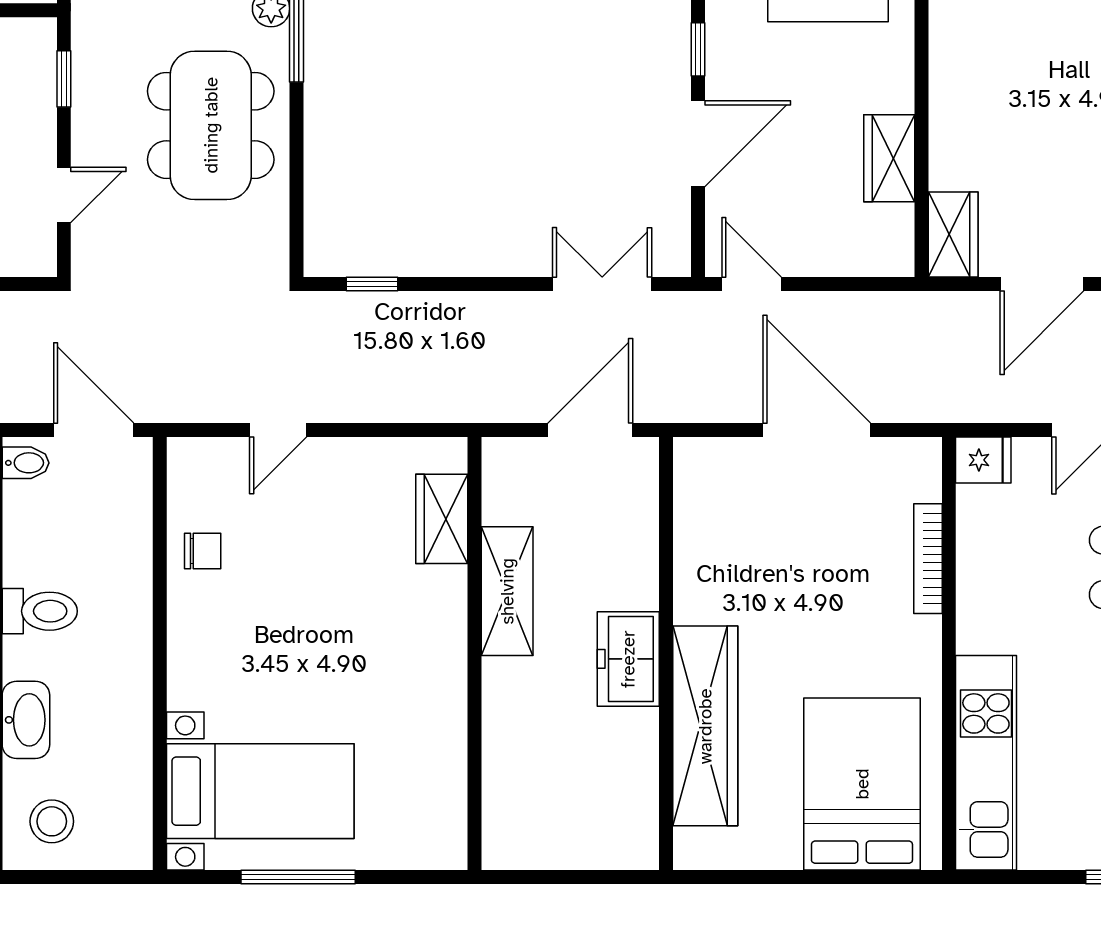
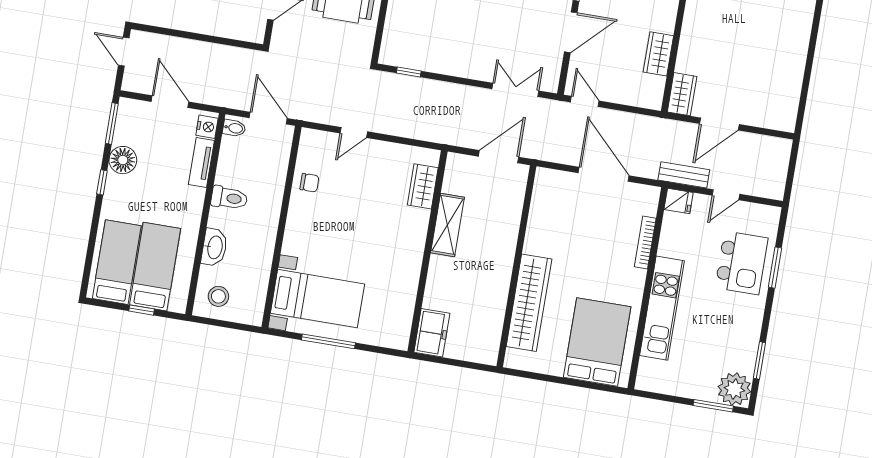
bench: (985, 403) -> (684, 175), added
freezer: (628, 659) -> (432, 333), moved, turned 180
kitchen unit: (986, 763) -> (662, 308), moved

